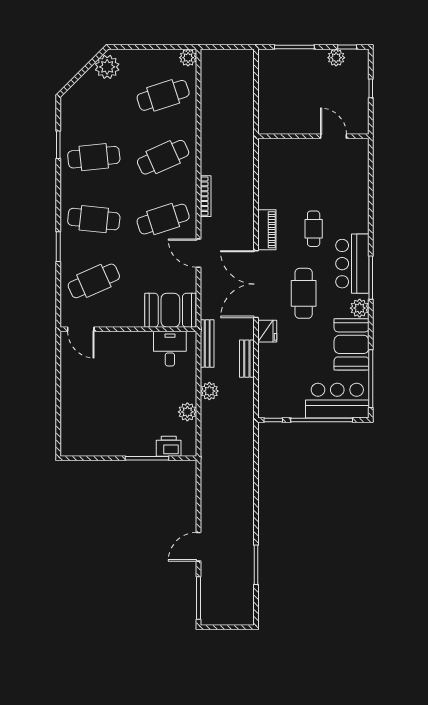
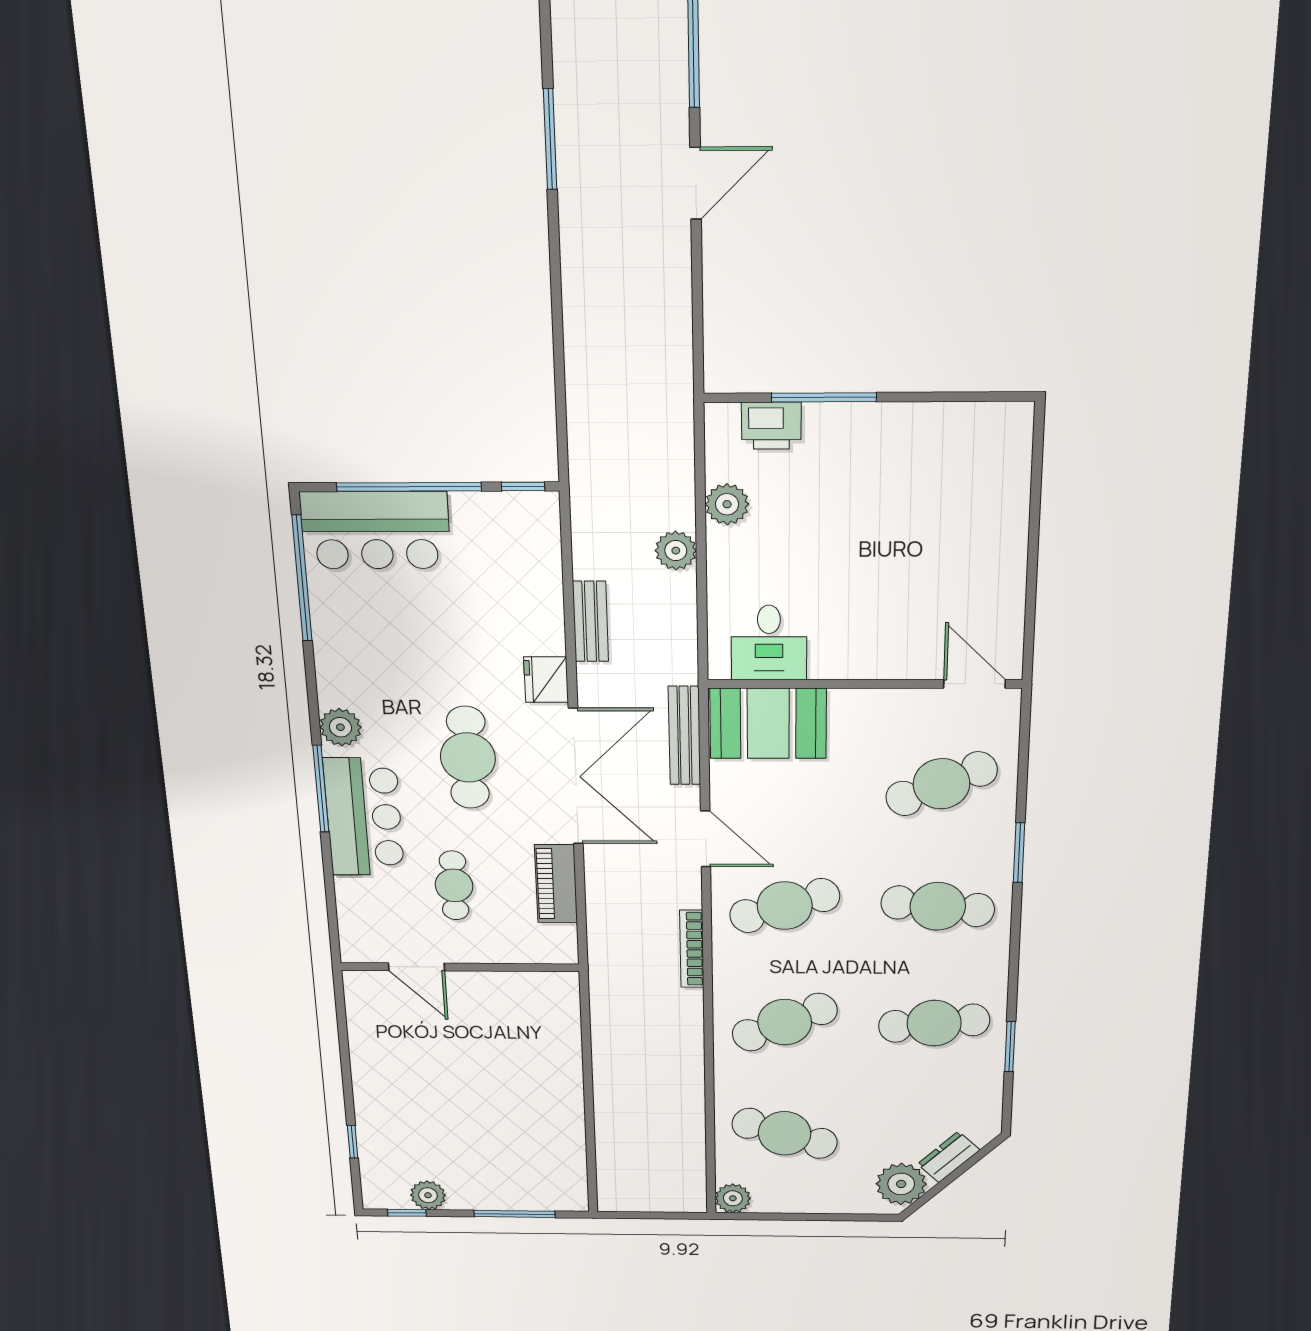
dresser: (85, 83) -> (949, 1157), added
cafe table: (163, 95) -> (785, 1133), turned 36
wall: (313, 136) -> (460, 967), moved
door: (334, 136) -> (416, 967), moved
bench: (207, 343) -> (684, 736), moved
booth: (352, 344) -> (352, 652), removed

